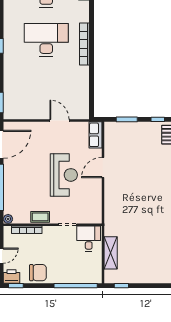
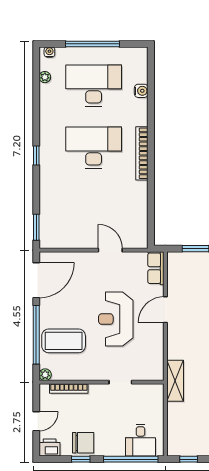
reception desk: (64, 175) -> (116, 319), turned 180
coffee table: (40, 217) -> (64, 341), moved, width x1.86, depth x1.72
desk: (89, 239) -> (140, 440), moved, turned 180
shelving: (111, 253) -> (175, 381), moved
window: (16, 286) -> (81, 459), moved

